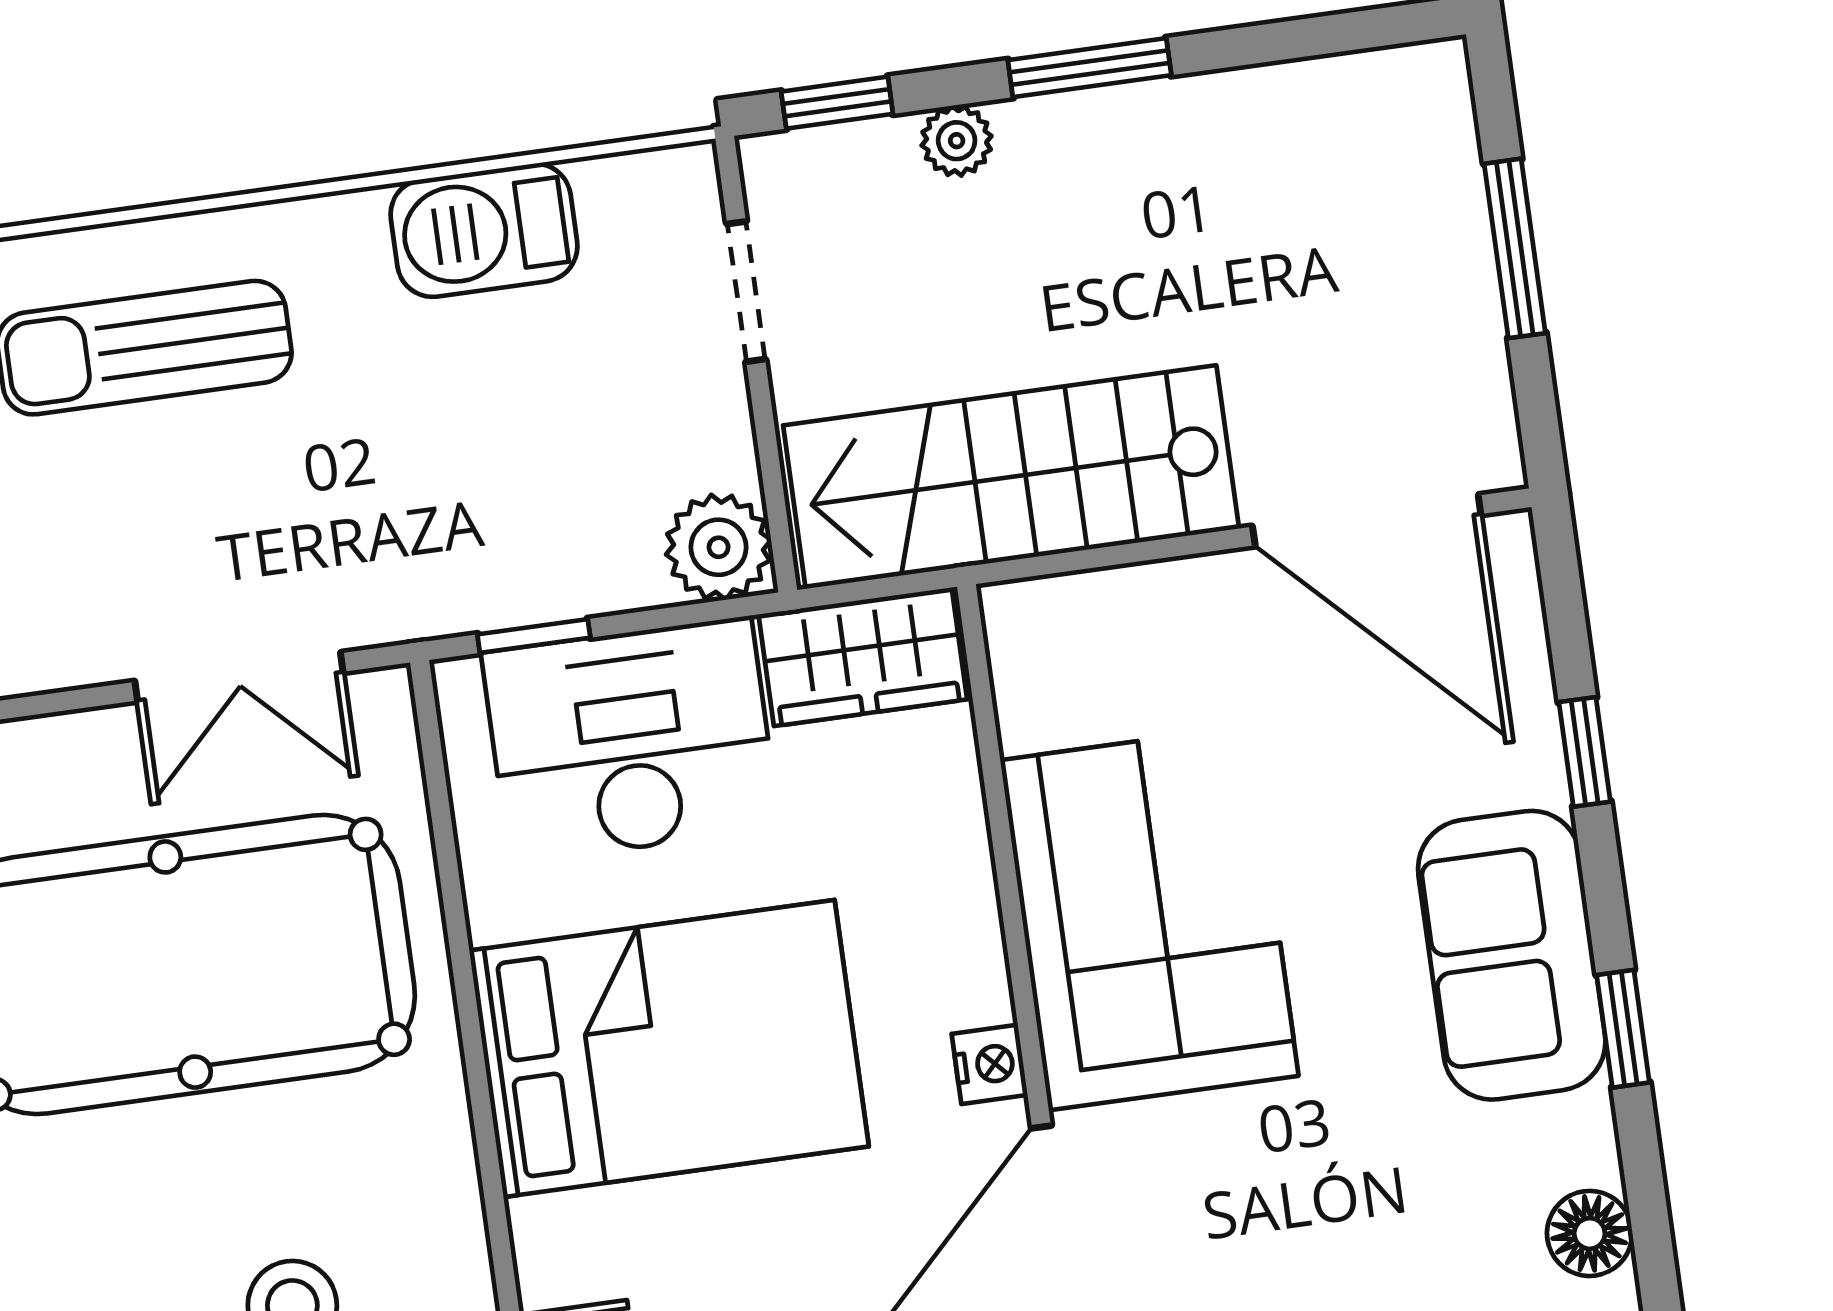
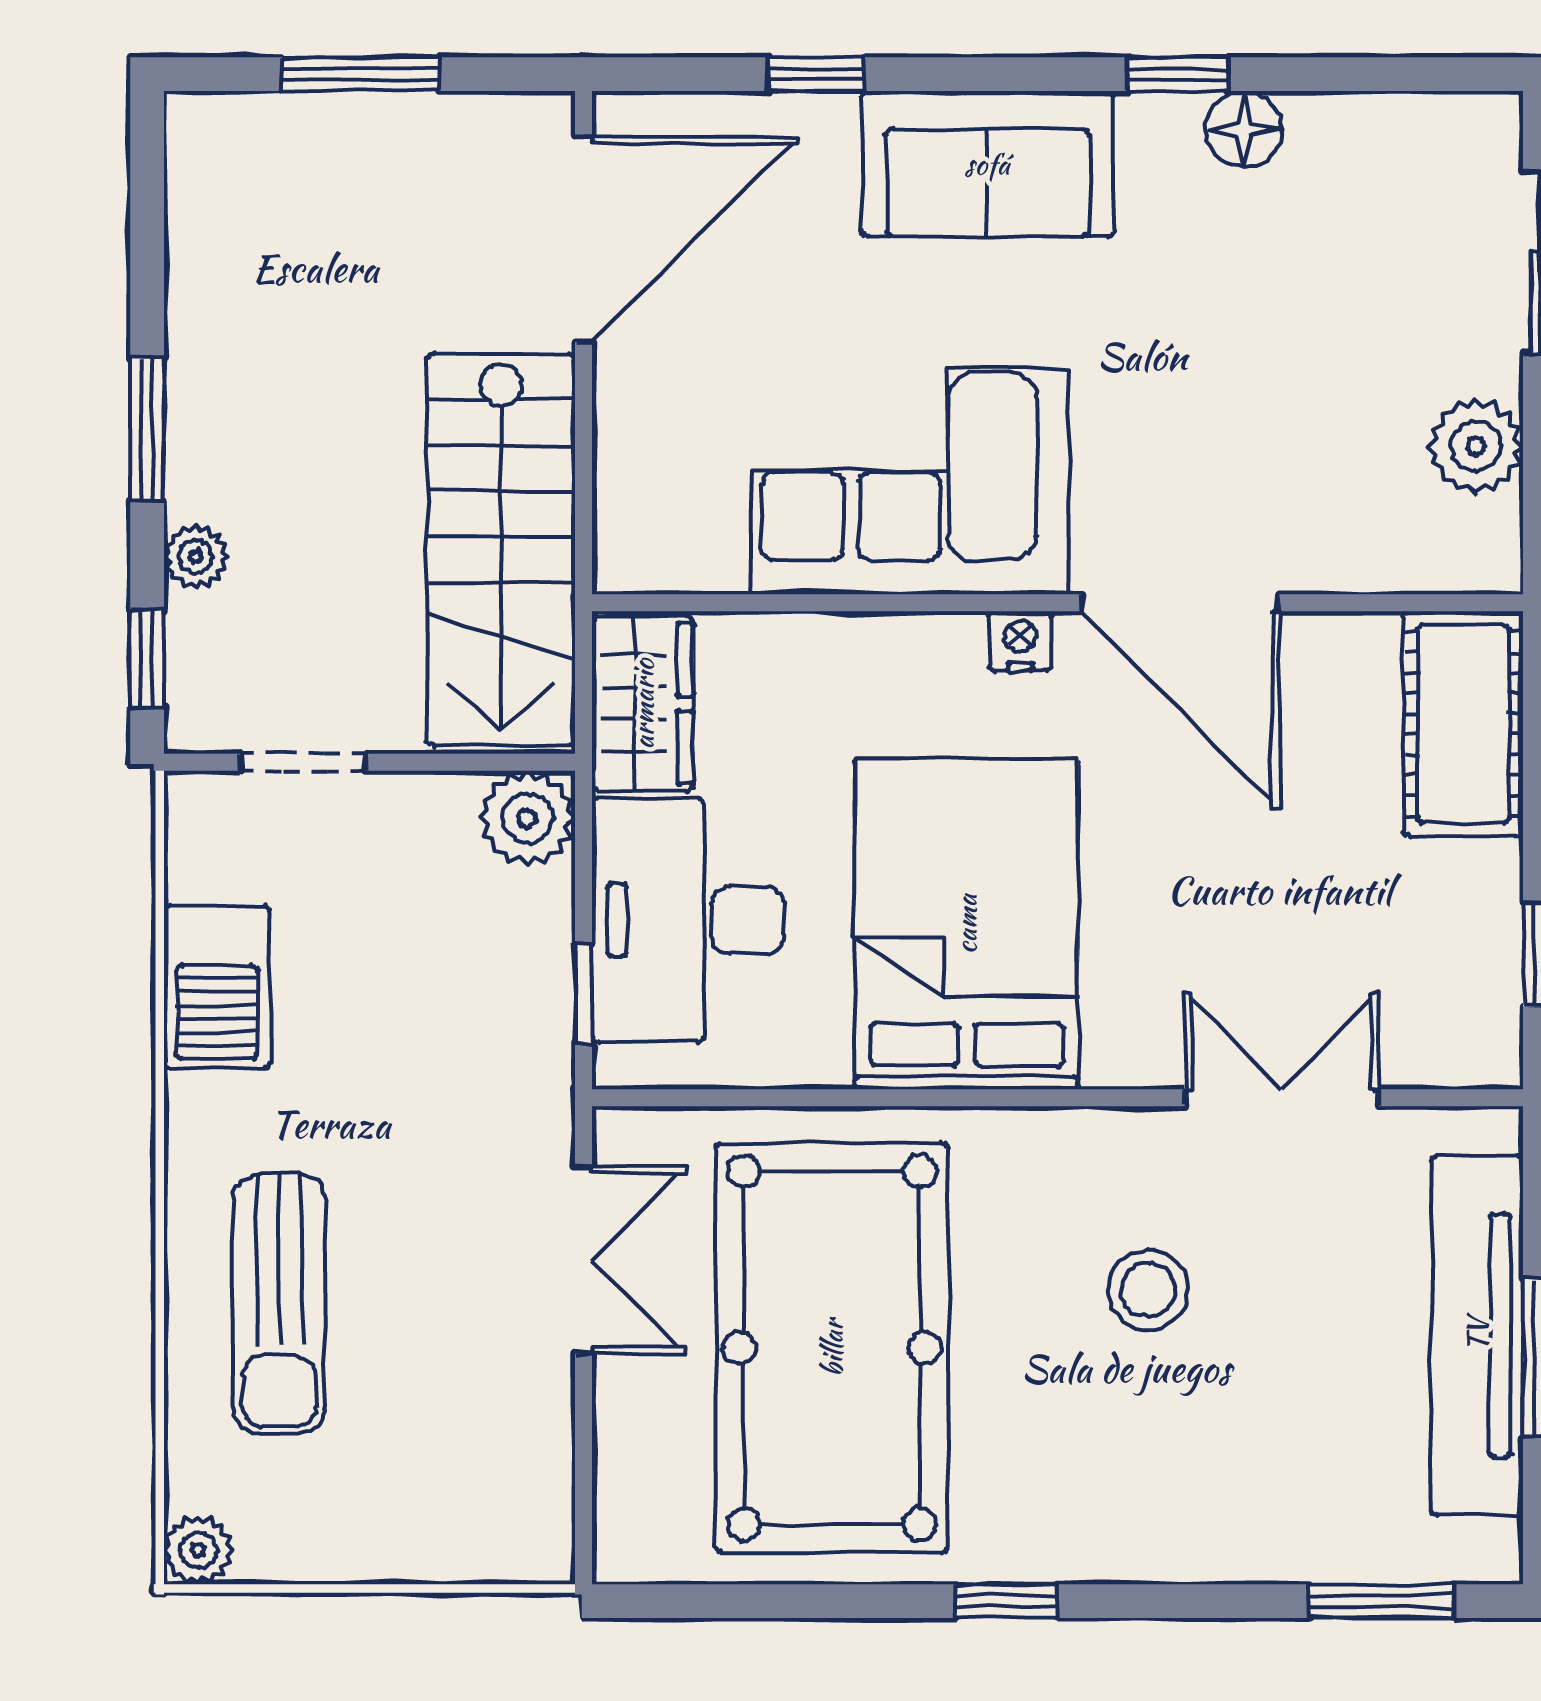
window: (1623, 1029) -> (1178, 74), moved

